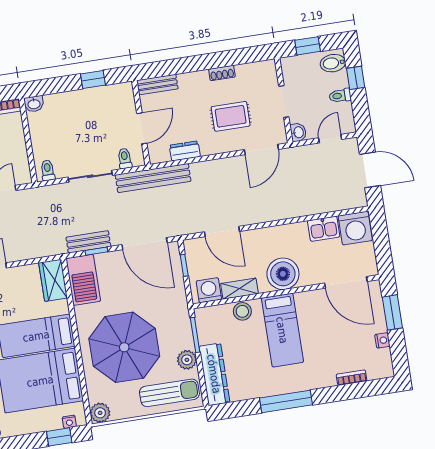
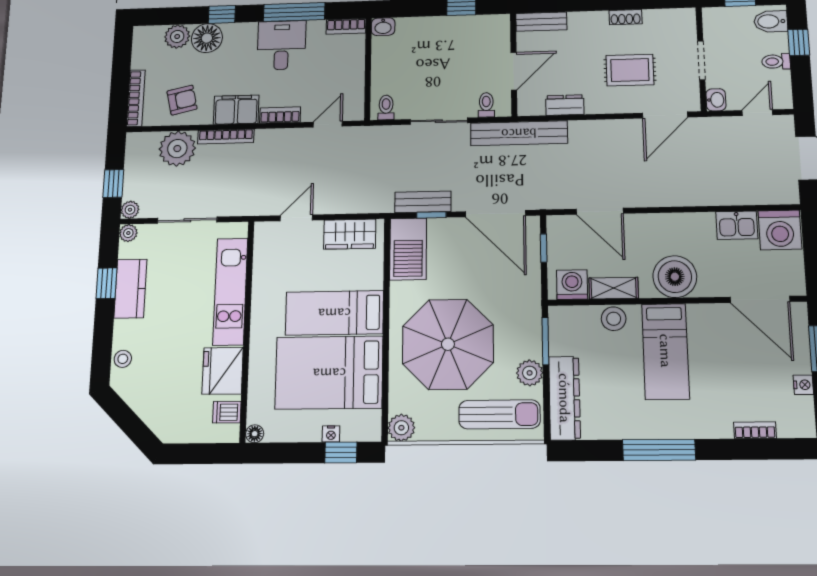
wardrobe: (53, 280) -> (350, 234), moved, turned -90
nightstand: (69, 422) -> (331, 434), moved

